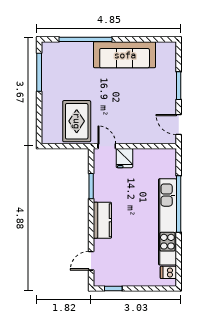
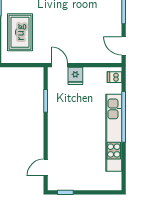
rug: (77, 121) -> (20, 32), moved
kitchen counter: (102, 220) -> (56, 131), removed
dishwasher: (168, 272) -> (115, 77), moved

